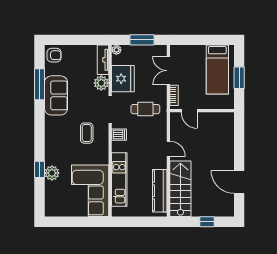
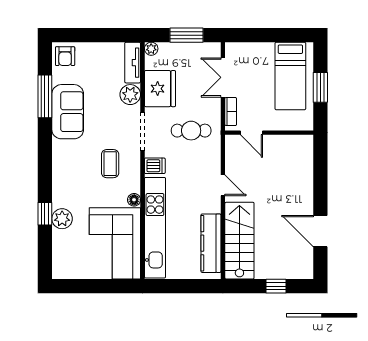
armchair: (54, 55) -> (65, 56), turned 90
floor lamp: (104, 159) -> (134, 200), added
kitchen unit: (119, 179) -> (155, 228), width x1.36

